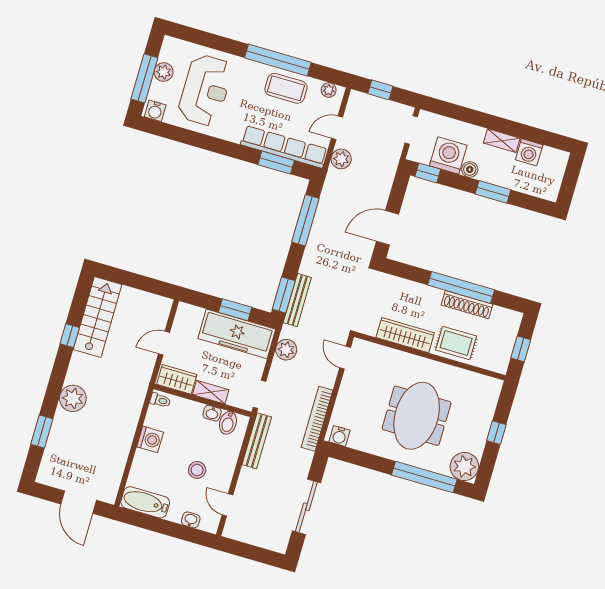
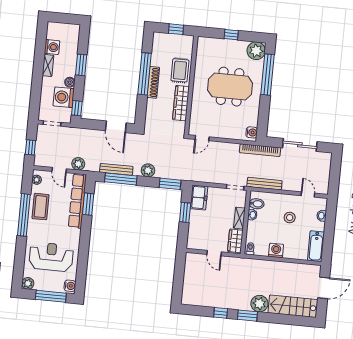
plant: (164, 72) -> (28, 283), moved
bench: (297, 300) -> (116, 169), moved
shoe rack: (467, 305) -> (153, 82), moved
stairs: (98, 317) -> (293, 306), moved
freezer: (237, 334) -> (199, 198), width x0.52, depth x0.79
plant: (286, 350) -> (148, 170), moved
bookcase: (317, 419) -> (260, 150), moved
window: (42, 432) -> (247, 316), moved
door: (227, 505) -> (308, 194), swing flipped

